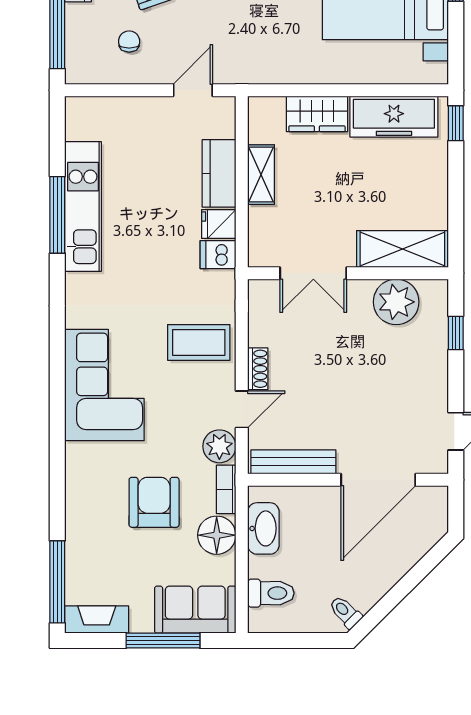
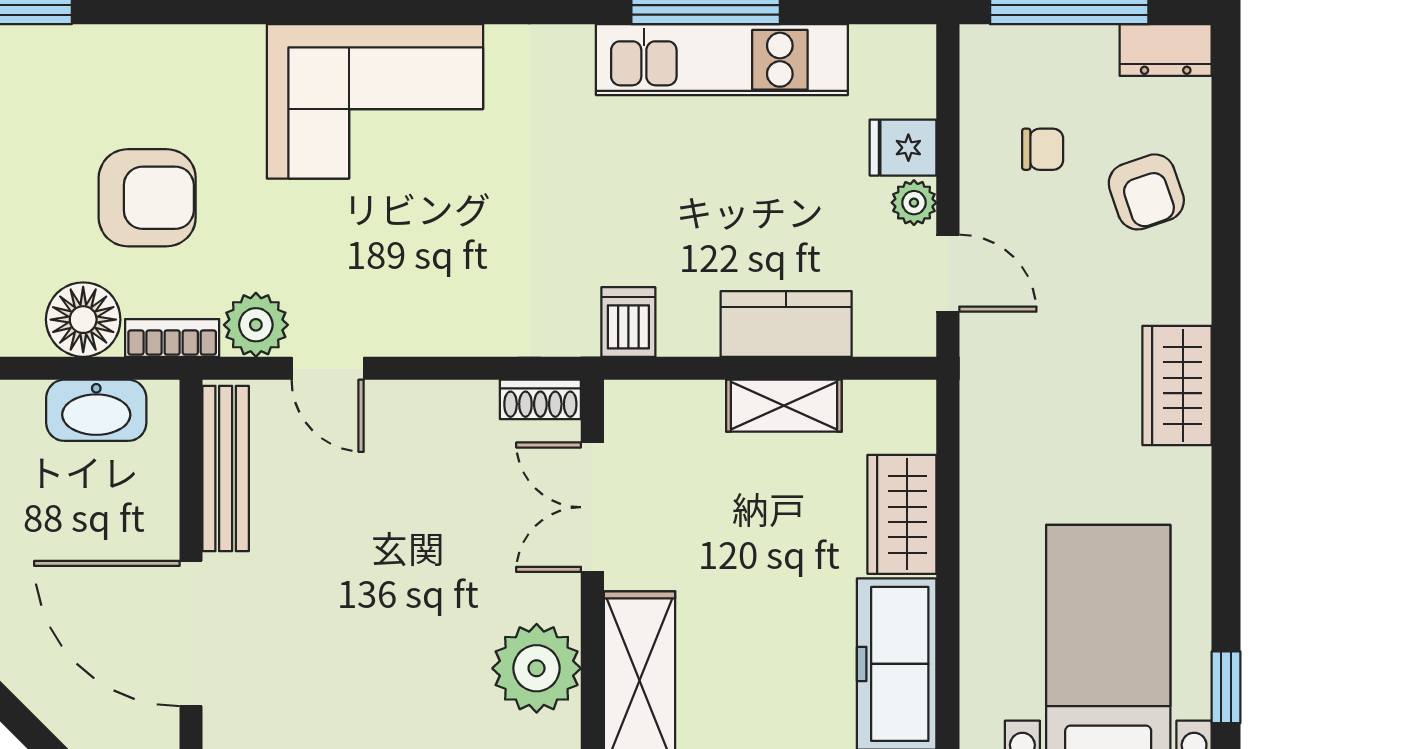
plant: (157, 108) -> (914, 203), added
fridge: (219, 224) -> (903, 148), moved, turned -90
coffee table: (199, 342) -> (458, 285), removed
shoe rack: (258, 369) -> (540, 399), moved

